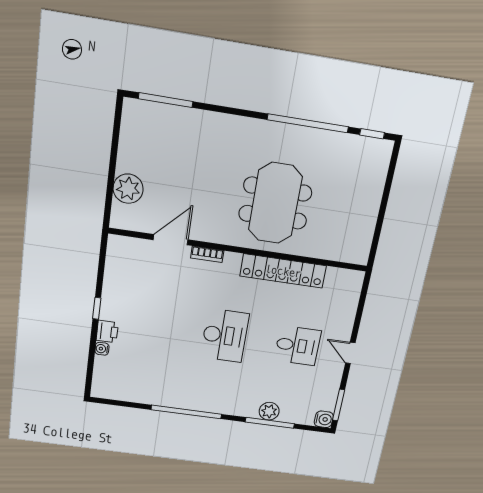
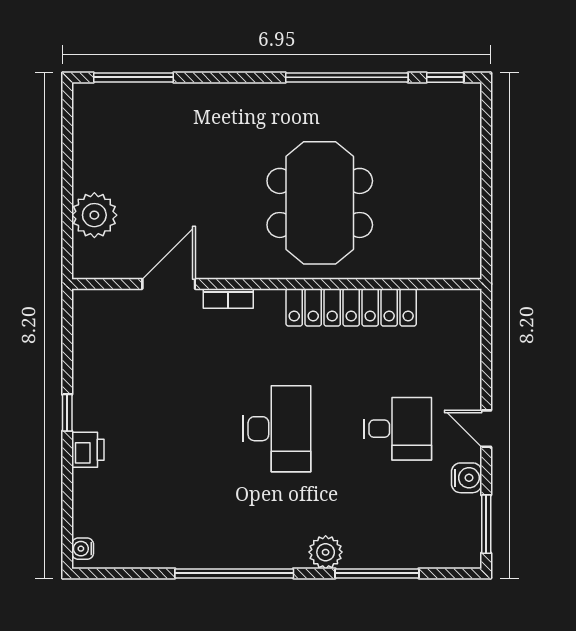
water cooler: (102, 349) -> (83, 549), moved
plant: (269, 411) -> (326, 552), moved
water cooler: (324, 419) -> (467, 478), moved

